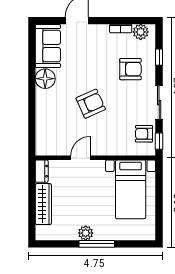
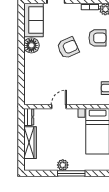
armchair: (91, 104) -> (68, 48), moved

